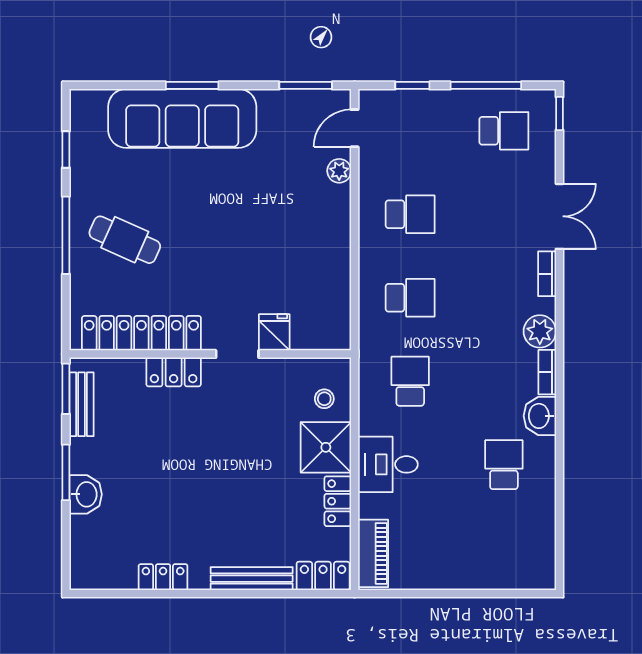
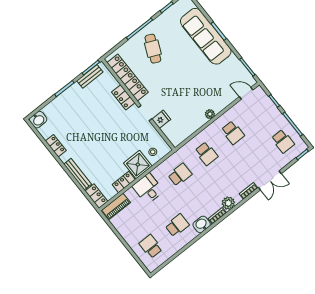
plant: (339, 171) -> (210, 114), moved
washbasin: (86, 494) -> (38, 120), moved
school desk: (504, 548) -> (151, 246), added

